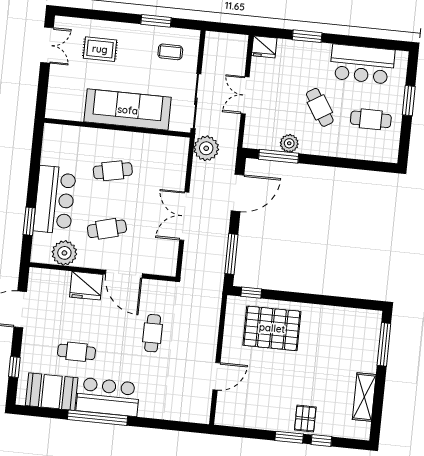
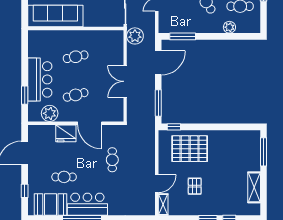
sofa: (128, 110) -> (55, 16), moved
plant: (289, 143) -> (229, 27), moved
shelving: (223, 409) -> (163, 204), added
pallet: (305, 418) -> (195, 186), moved

